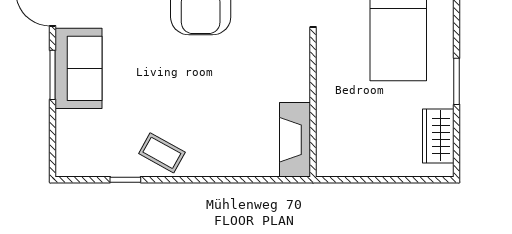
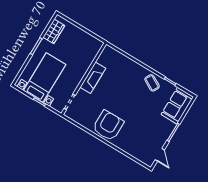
sofa: (79, 68) -> (177, 106), moved
fireplace: (295, 140) -> (93, 78), moved

